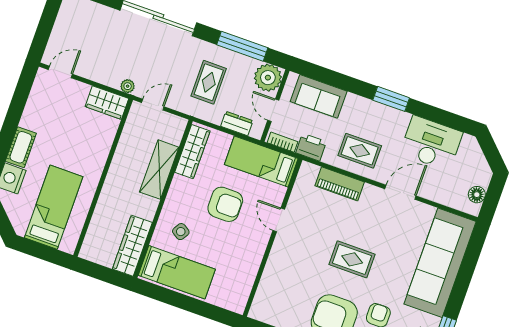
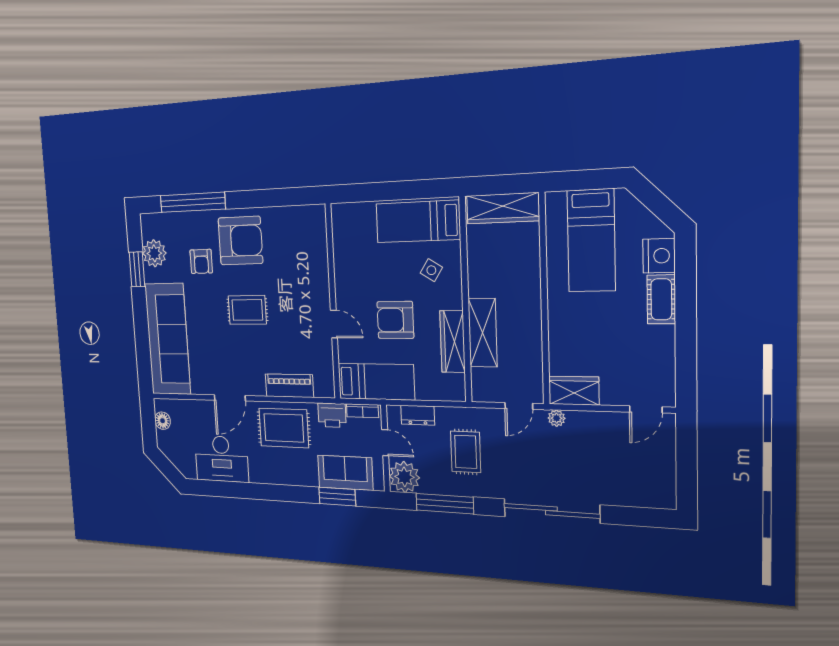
window: (391, 99) -> (337, 497), moved
rug: (360, 151) -> (284, 428), width x1.36, depth x1.43
wardrobe: (192, 152) -> (453, 342), moved
wardrobe: (132, 246) -> (503, 208), moved, turned 90

